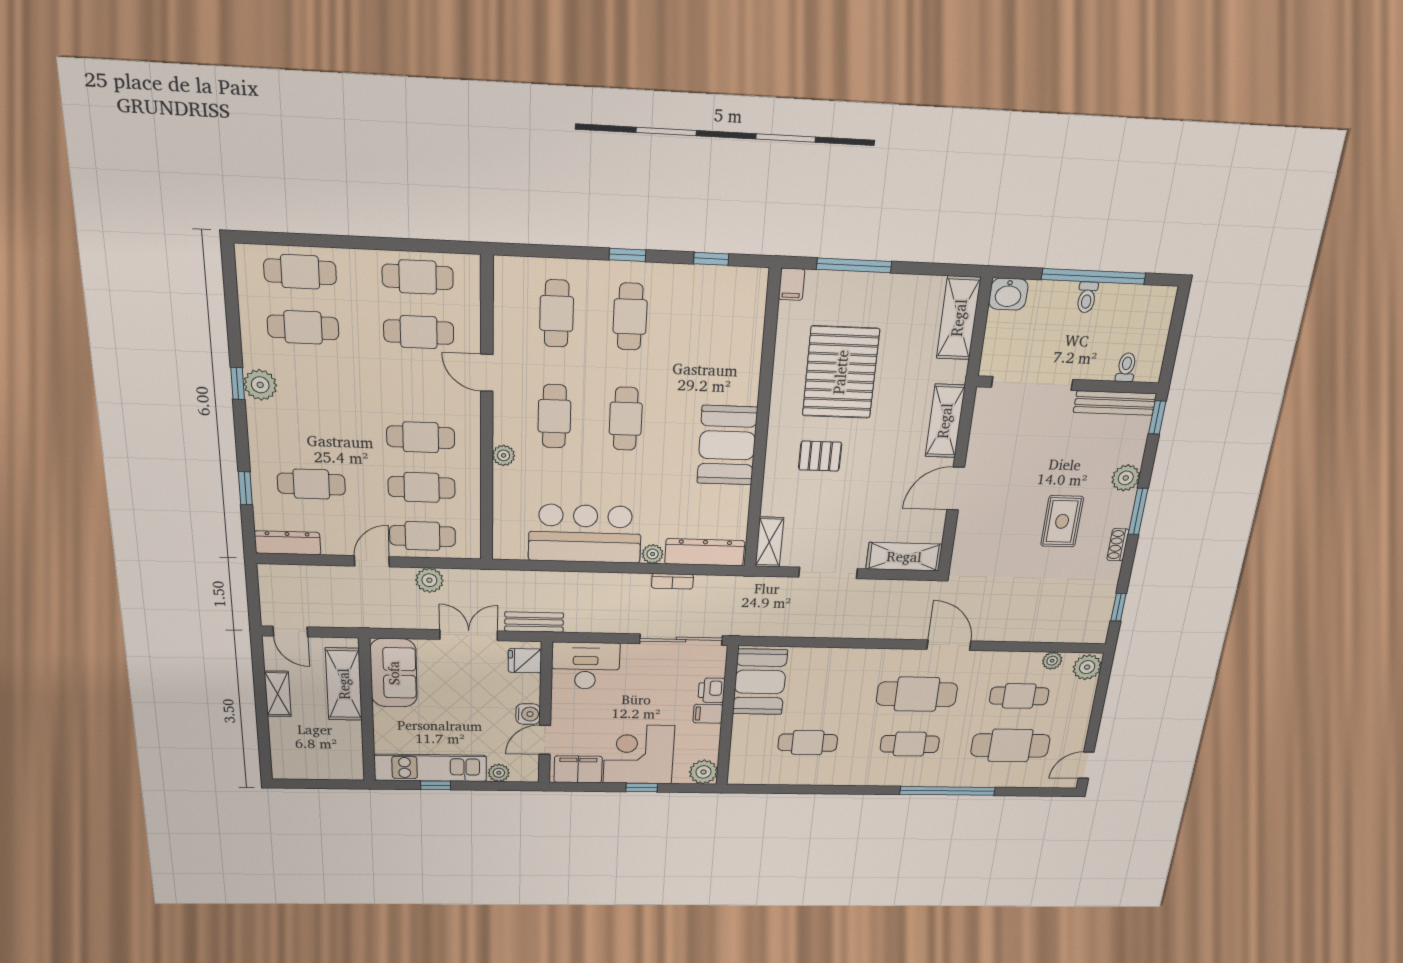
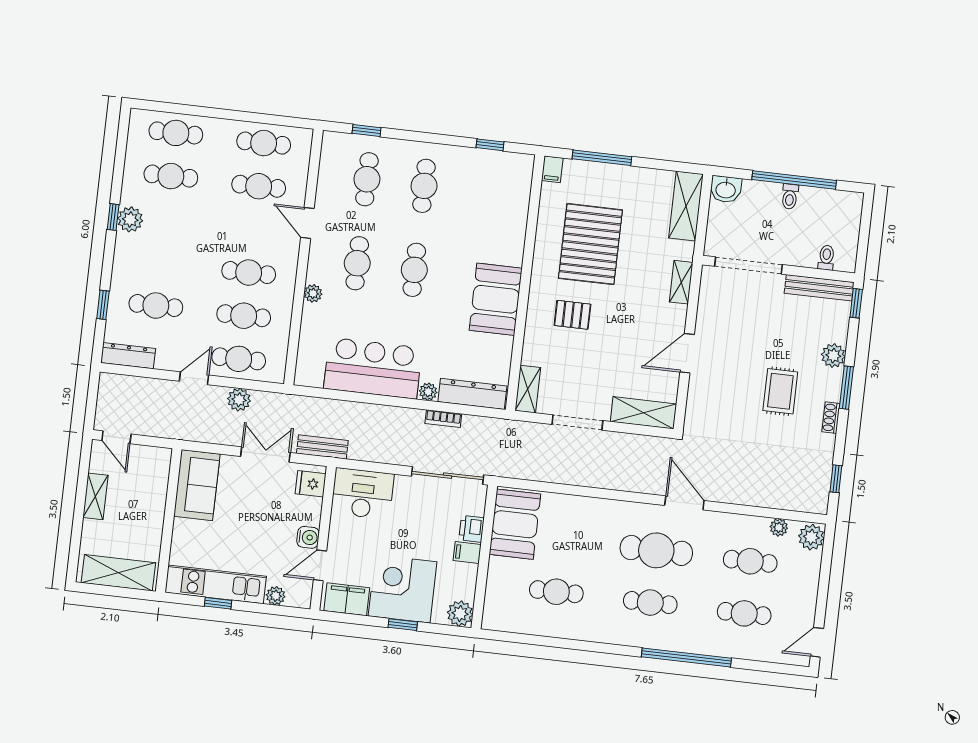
window: (627, 255) -> (366, 130), moved
shelving: (945, 421) -> (681, 282), width x0.67, depth x0.75
shelving: (344, 684) -> (118, 573), moved, turned 90
cafe table: (1010, 745) -> (744, 613), width x0.73, depth x0.74

